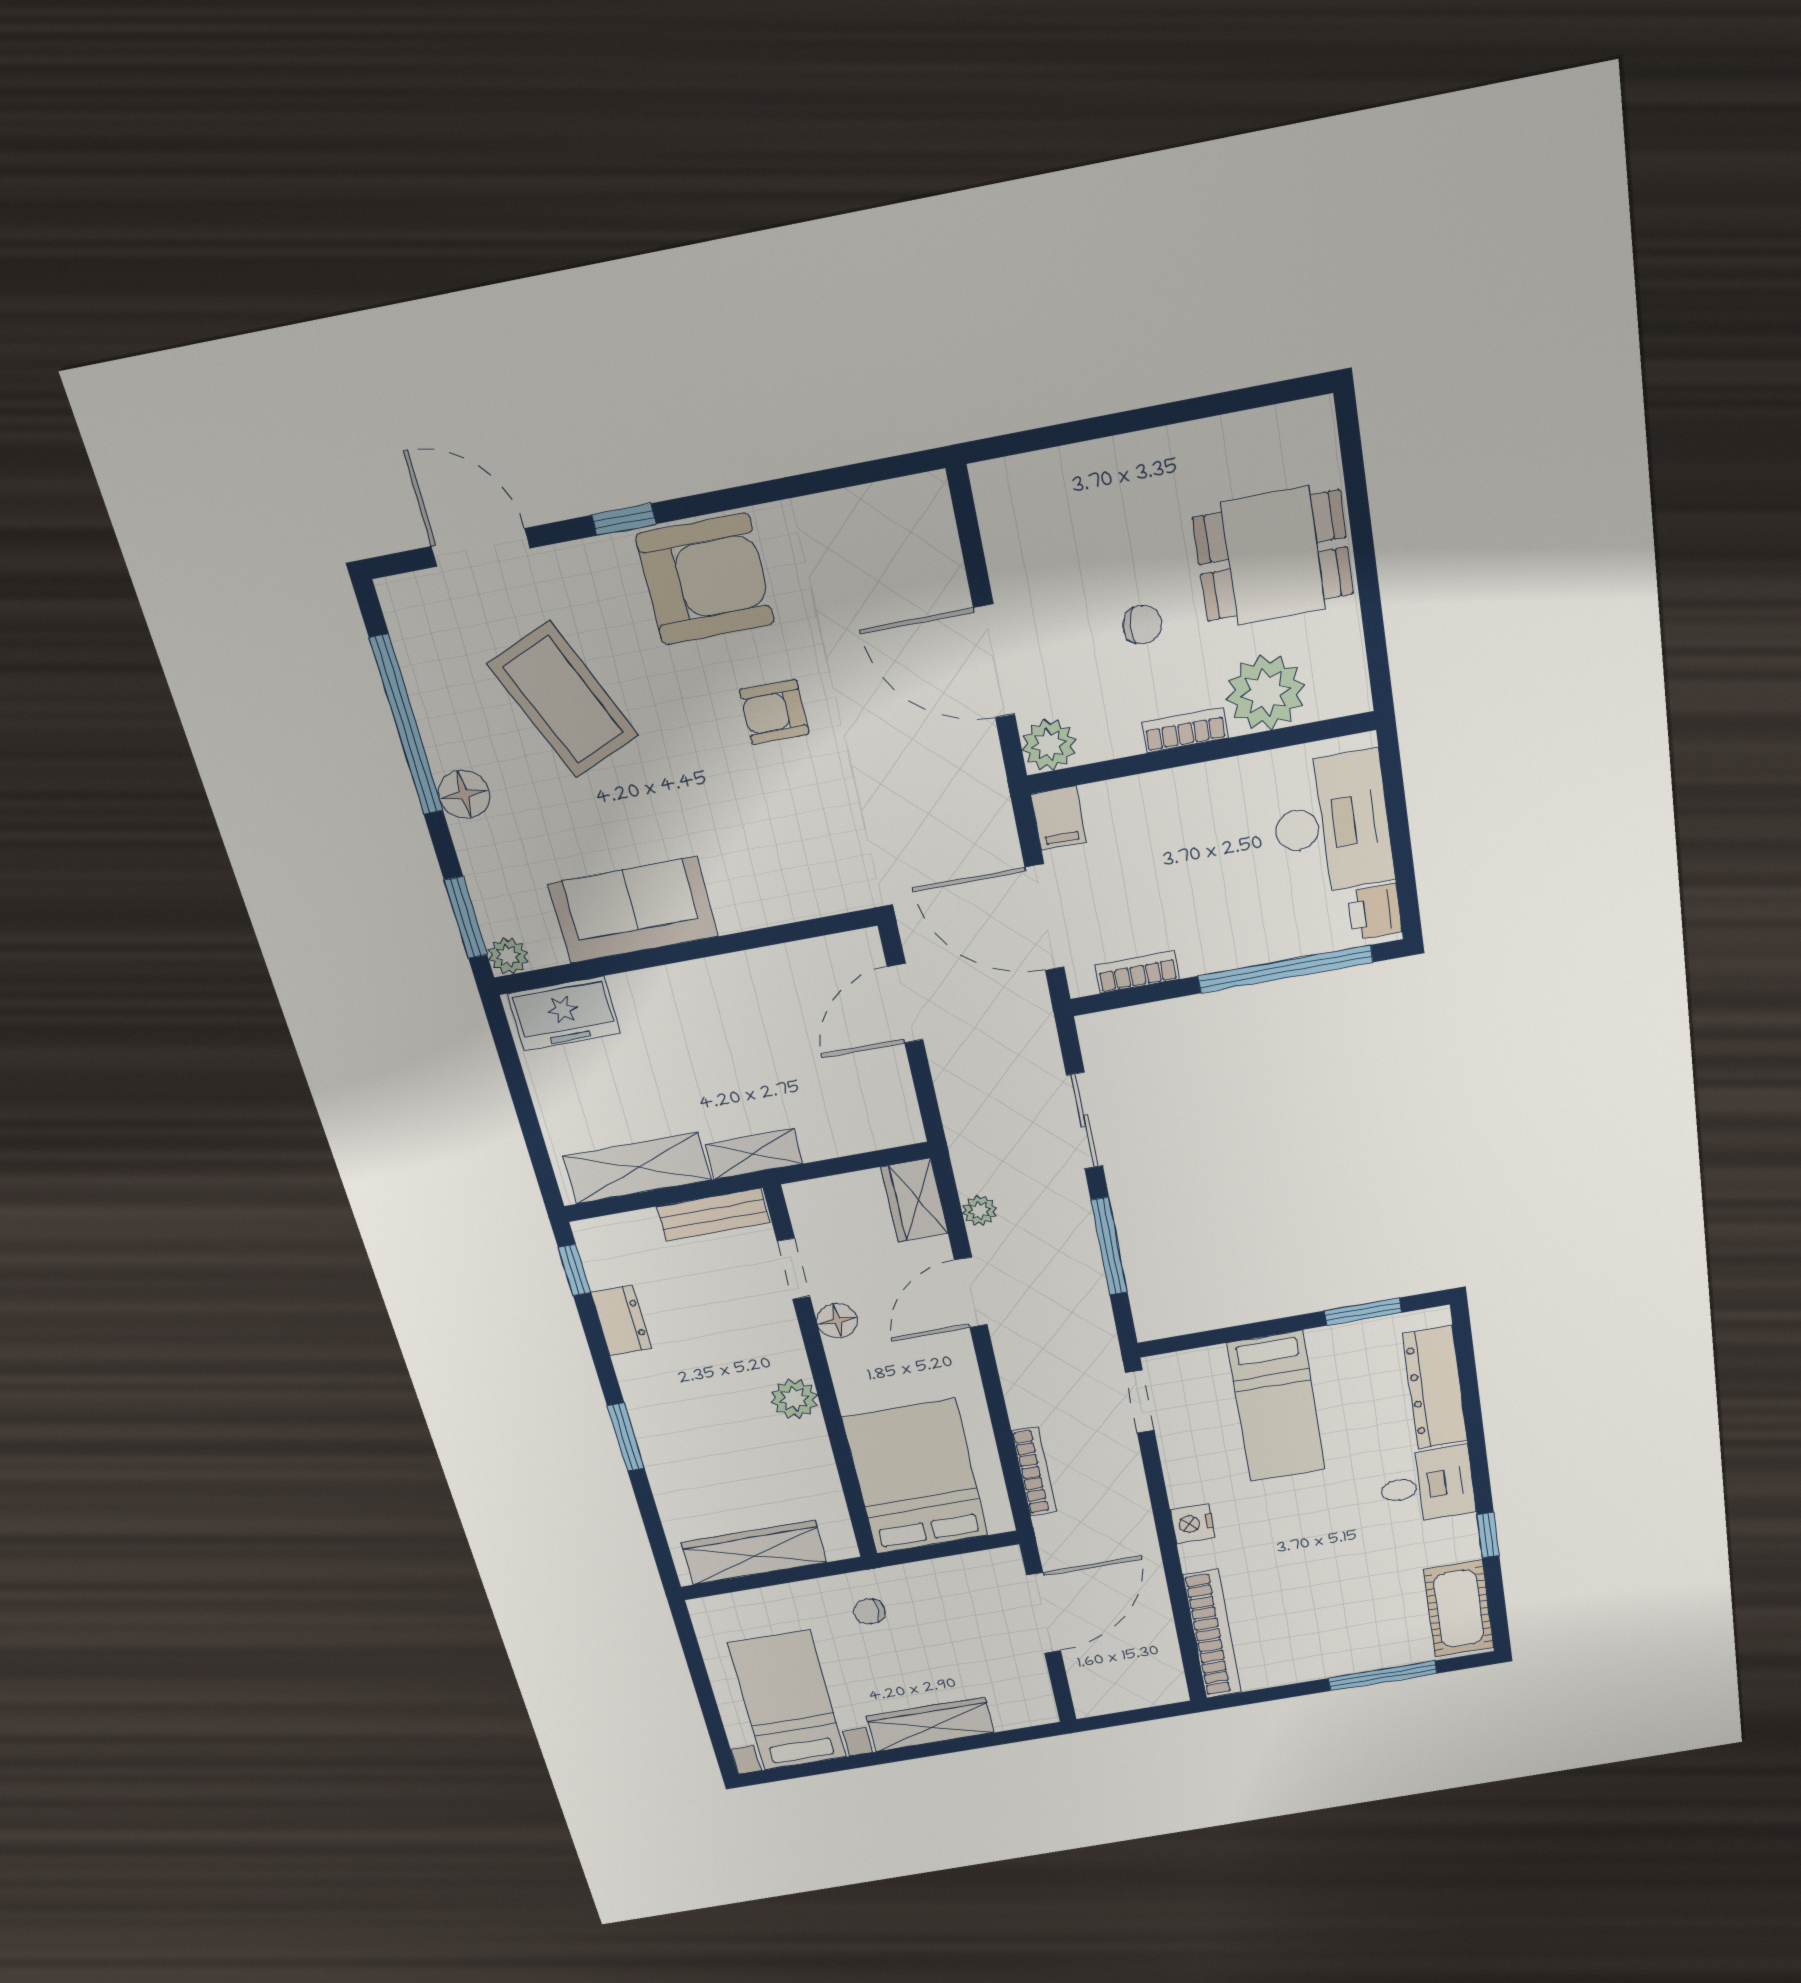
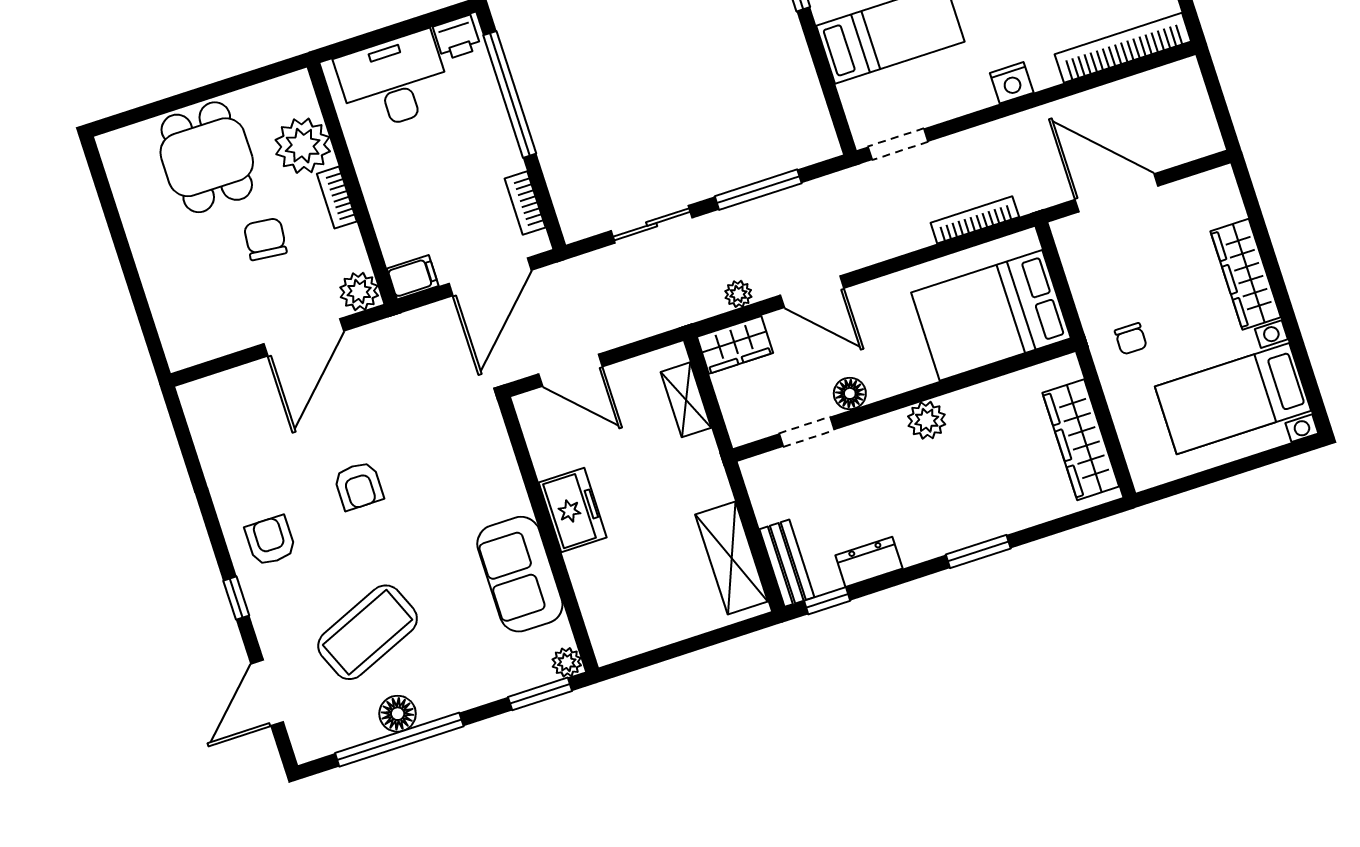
armchair: (705, 579) -> (270, 541), width x0.53, depth x0.53
chair: (1142, 625) -> (265, 239), width x1.37, depth x1.37
floor lamp: (464, 794) -> (398, 714), moved
freezer: (564, 1014) -> (573, 510), moved
shelving: (754, 1154) -> (686, 400), moved
bench: (713, 1215) -> (787, 563), moved

